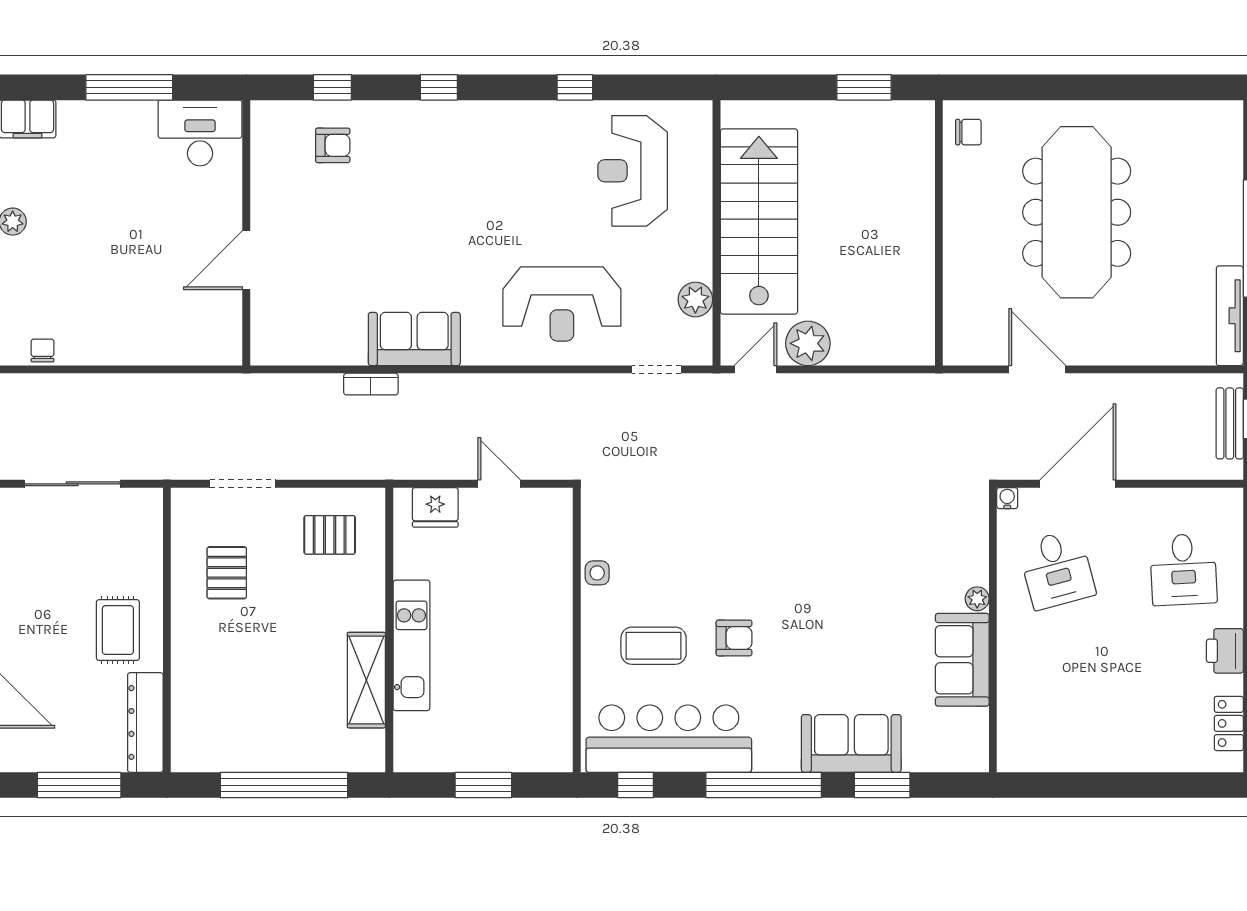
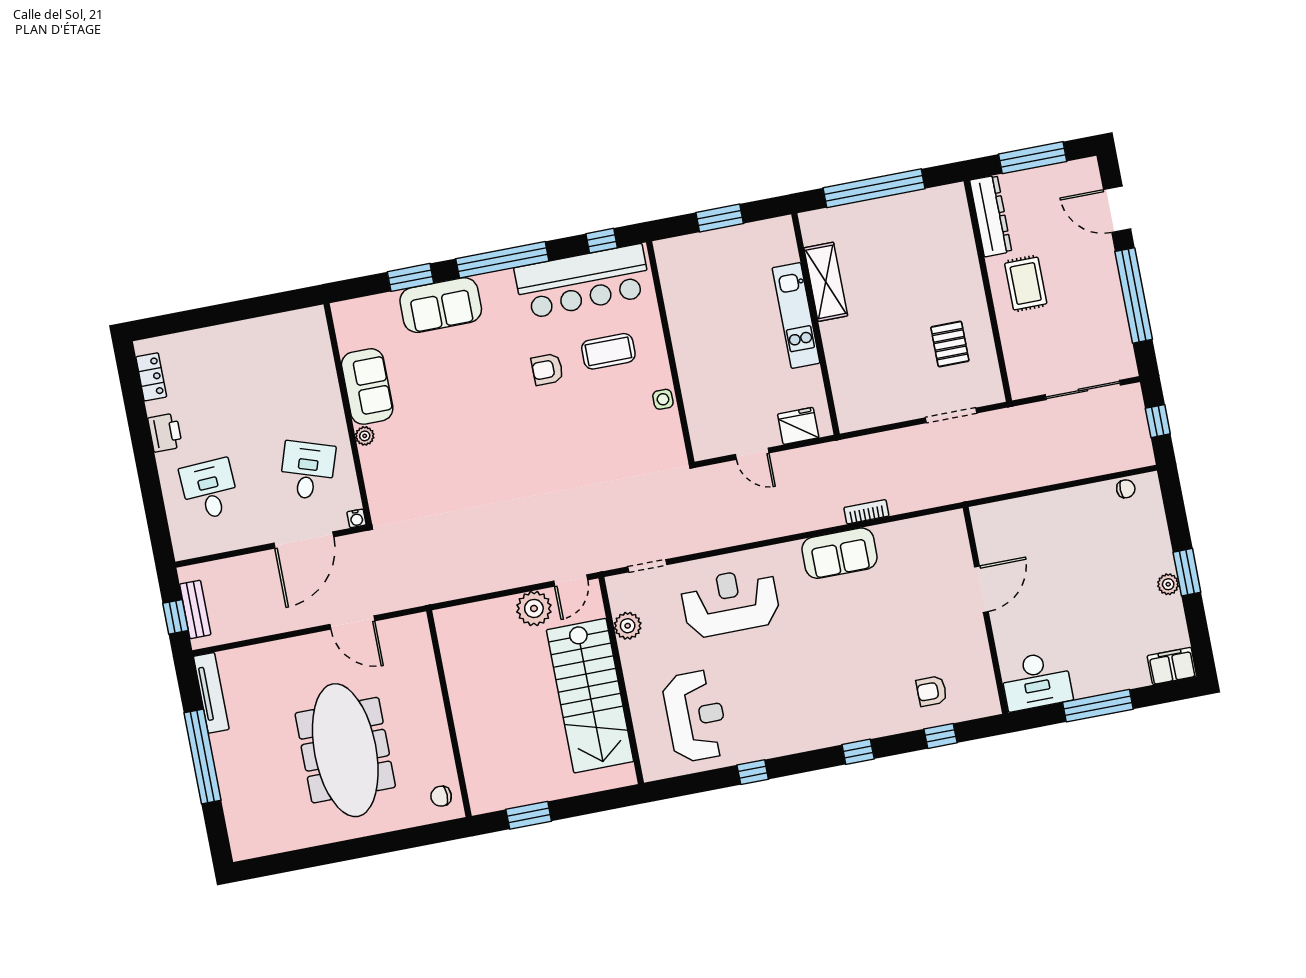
chair: (43, 350) -> (1126, 489), turned -90
pallet: (330, 535) -> (876, 389), removed
desk: (1057, 569) -> (307, 471), turned 33

